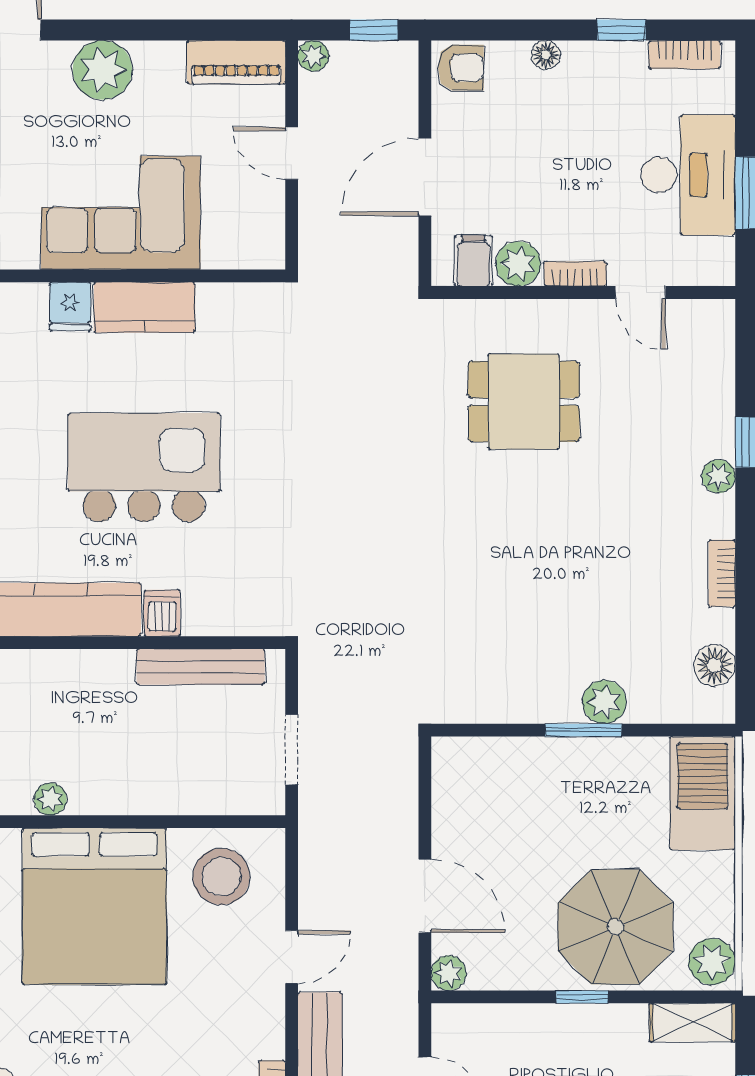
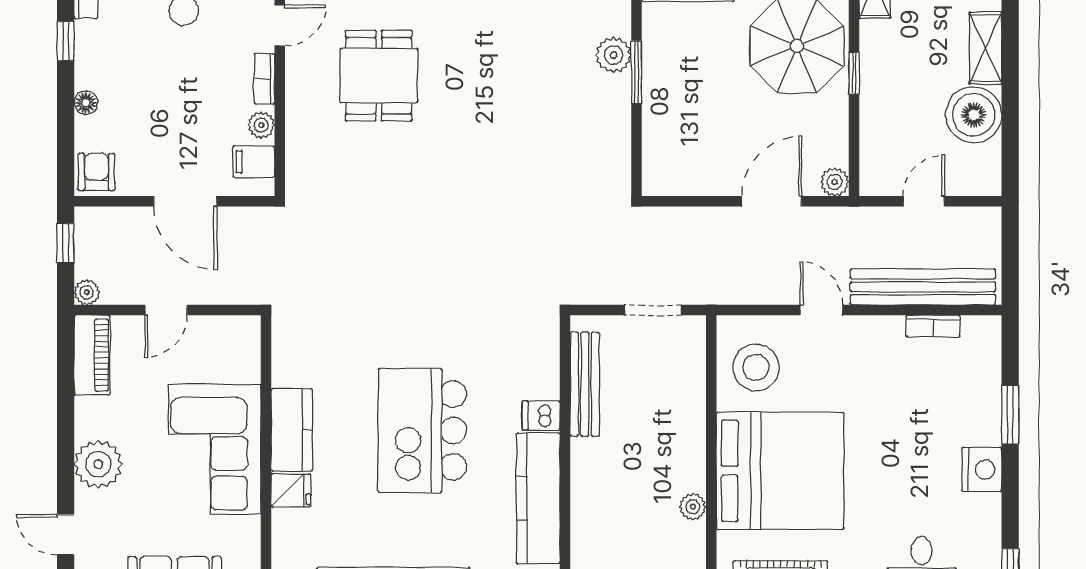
plant: (518, 264) -> (261, 125), width x0.73, depth x0.73
dining table: (524, 402) -> (379, 76), moved

